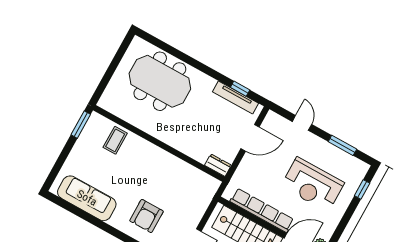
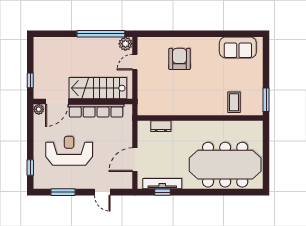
meeting table: (160, 81) -> (225, 165), width x1.36
dresser: (218, 165) -> (161, 126), moved
sofa: (87, 198) -> (238, 47), width x0.73

